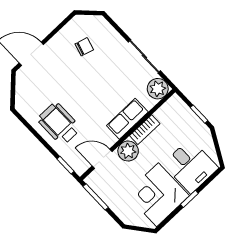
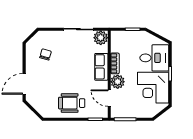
door: (102, 159) -> (109, 98), hinge flipped

